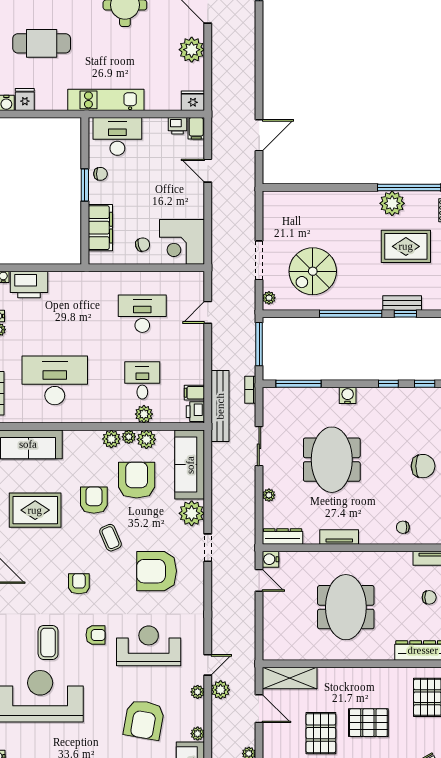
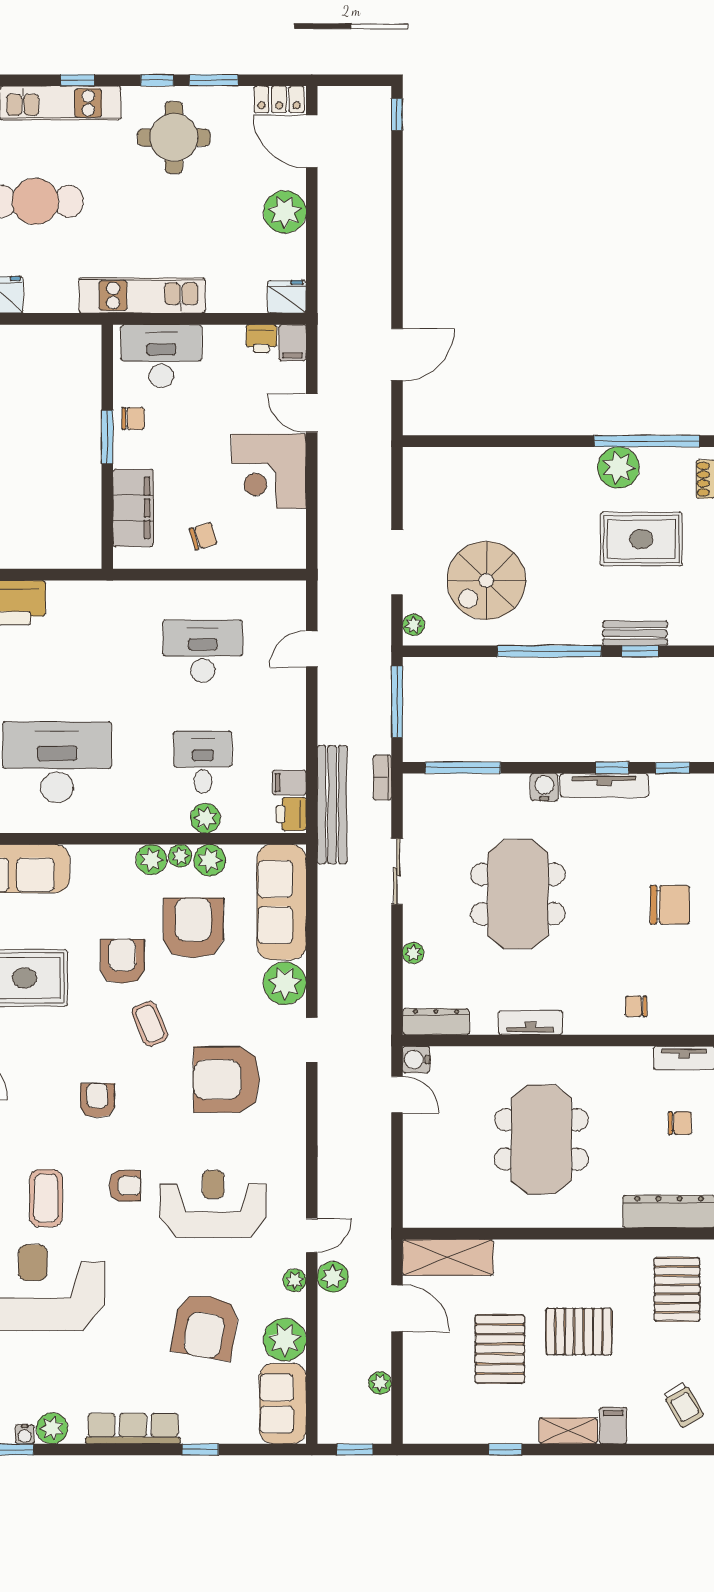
corner desk: (182, 242) -> (269, 471), moved
tv unit: (384, 394) -> (604, 785), added
plant: (198, 734) -> (285, 1340), width x1.87, depth x1.87

